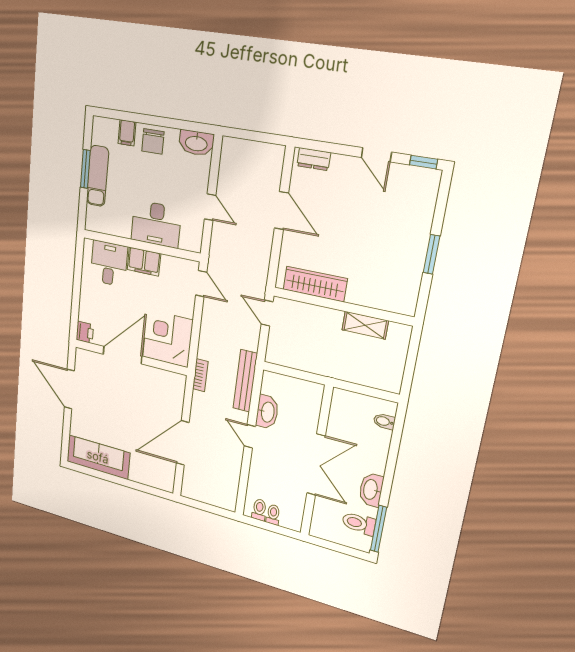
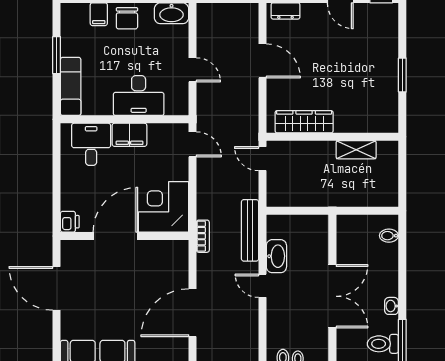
exam couch: (97, 176) -> (71, 86), moved
washbasin: (371, 490) -> (392, 306), width x0.52, depth x0.69

